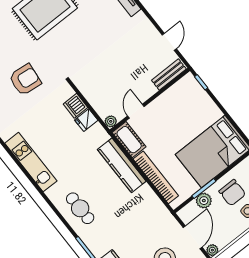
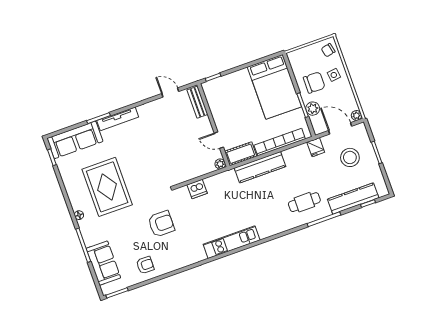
armchair: (25, 80) -> (161, 224), turned 84
fridge: (86, 120) -> (316, 147), moved
cafe table: (80, 208) -> (304, 202), moved

